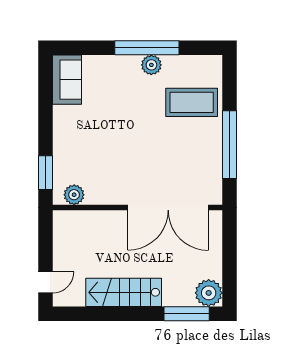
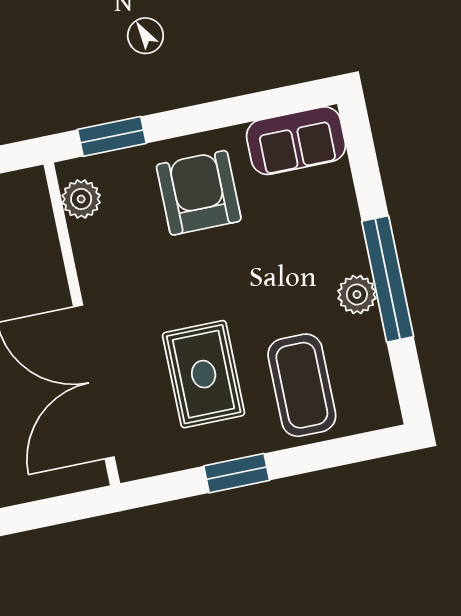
armchair: (83, 134) -> (199, 193), added
window: (229, 145) -> (237, 473), width x0.47
rug: (176, 151) -> (204, 374), added

